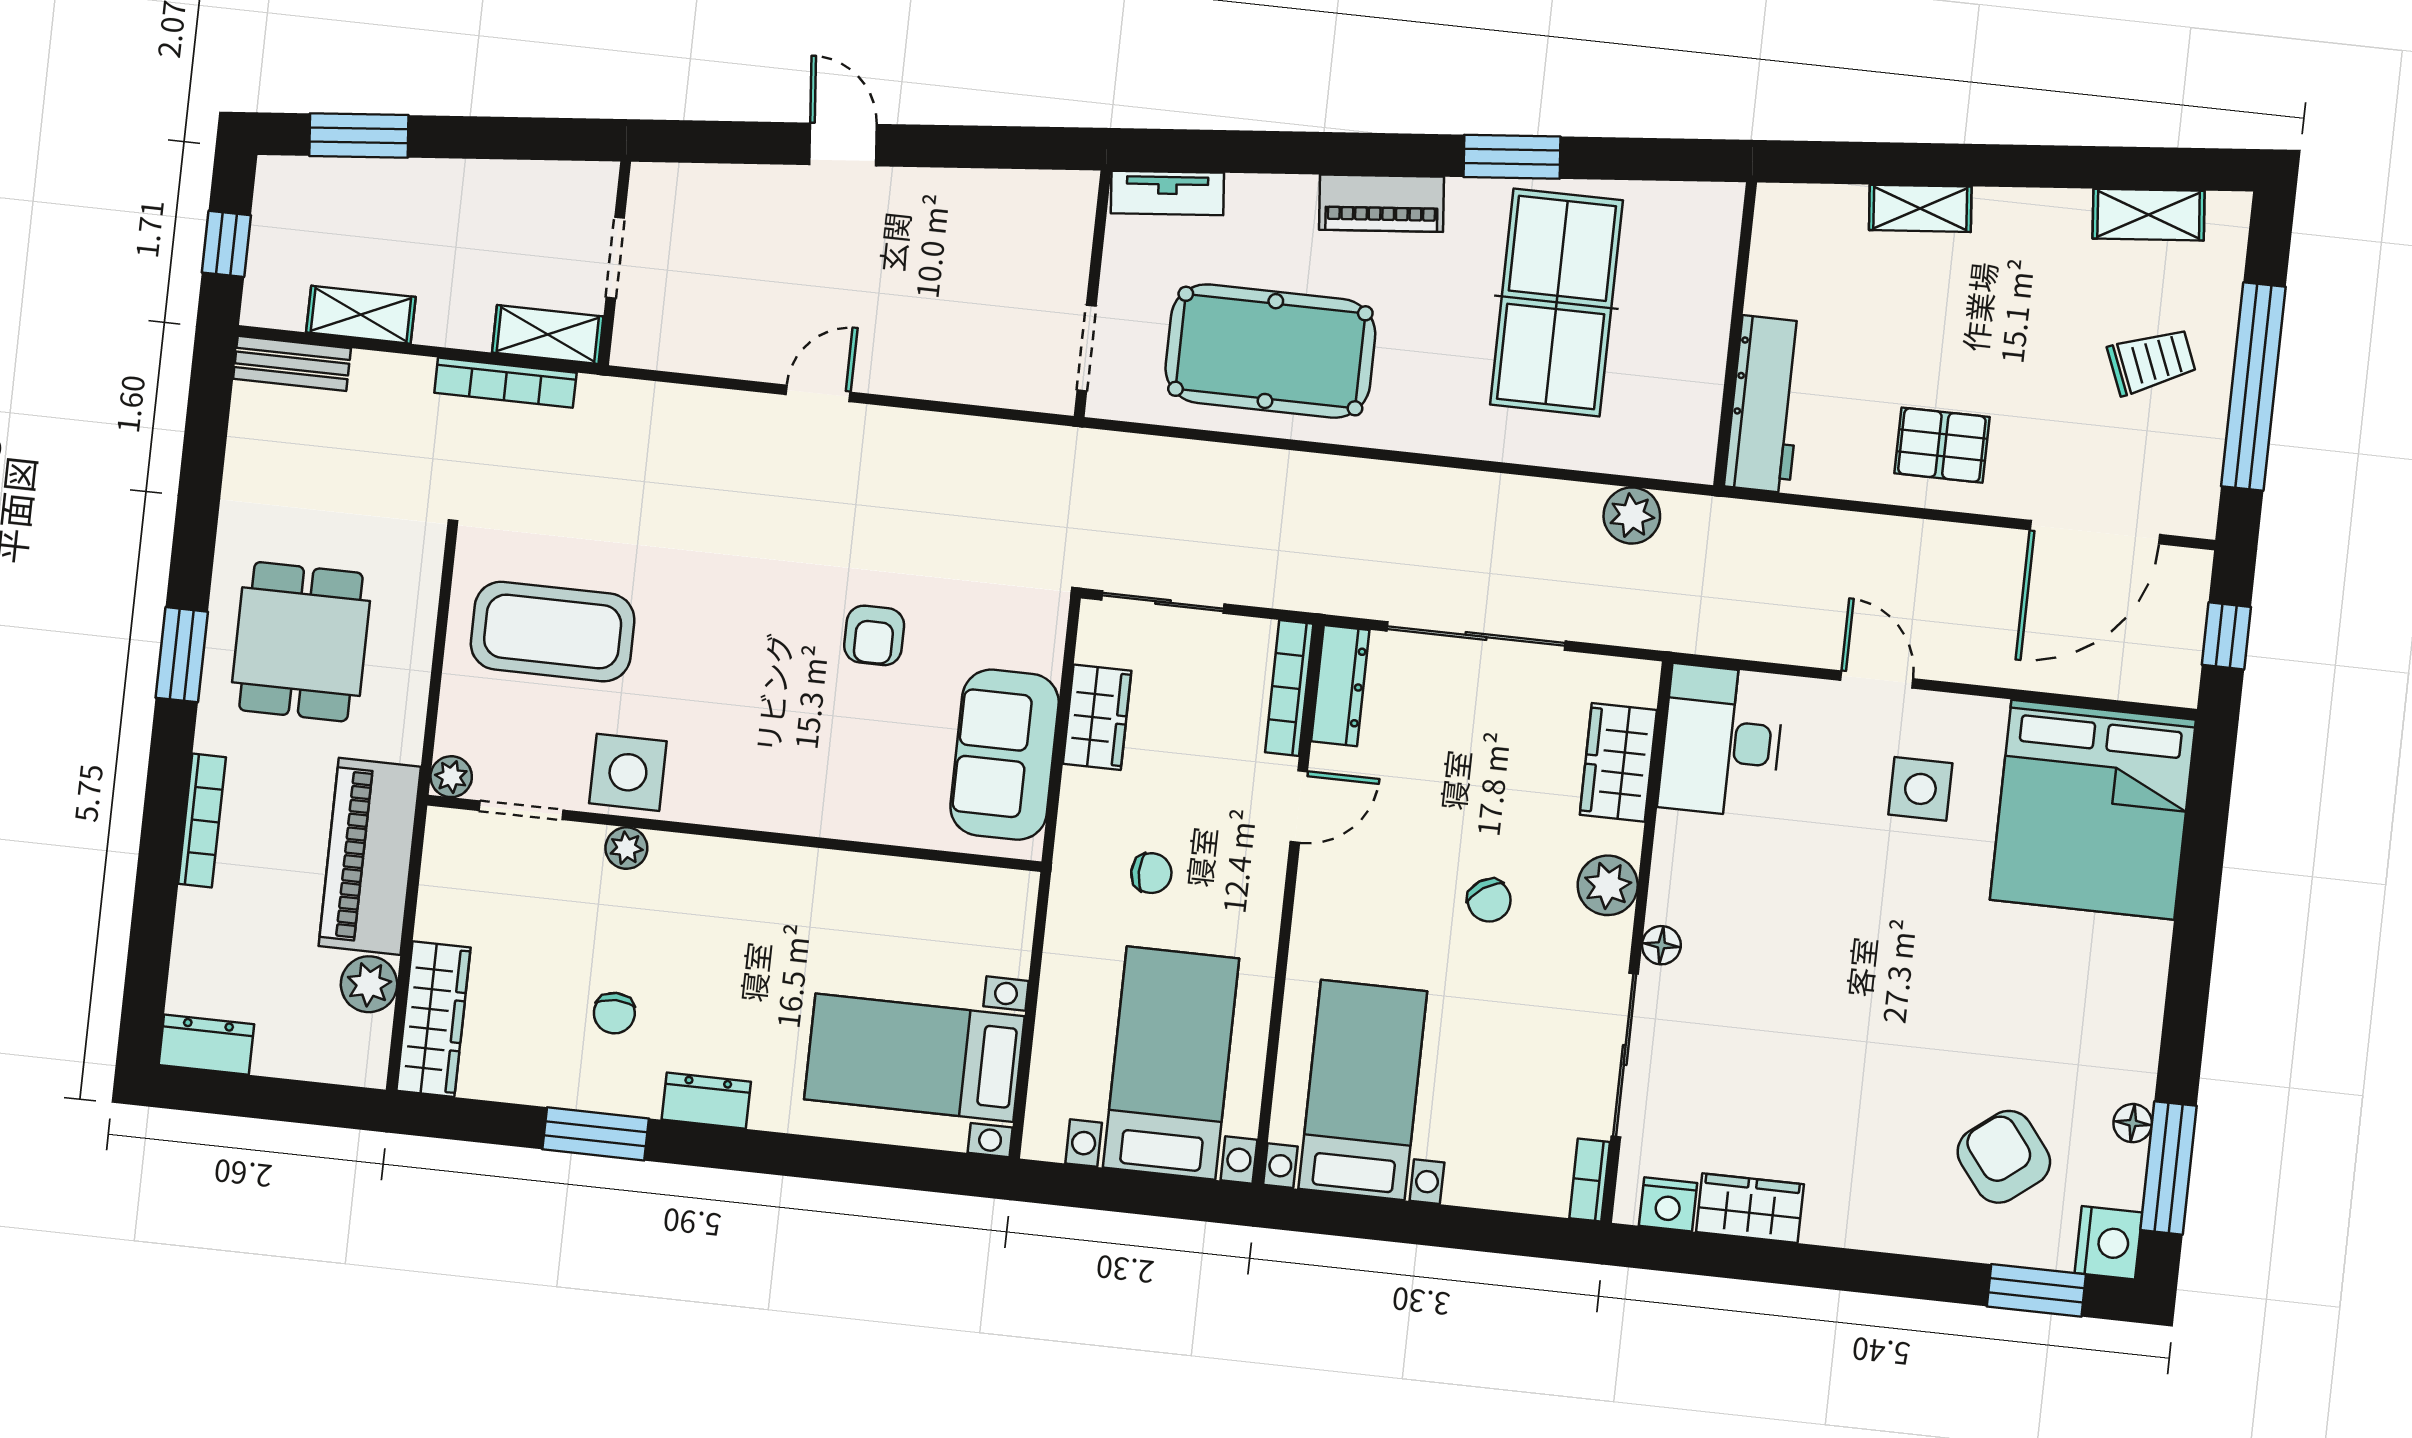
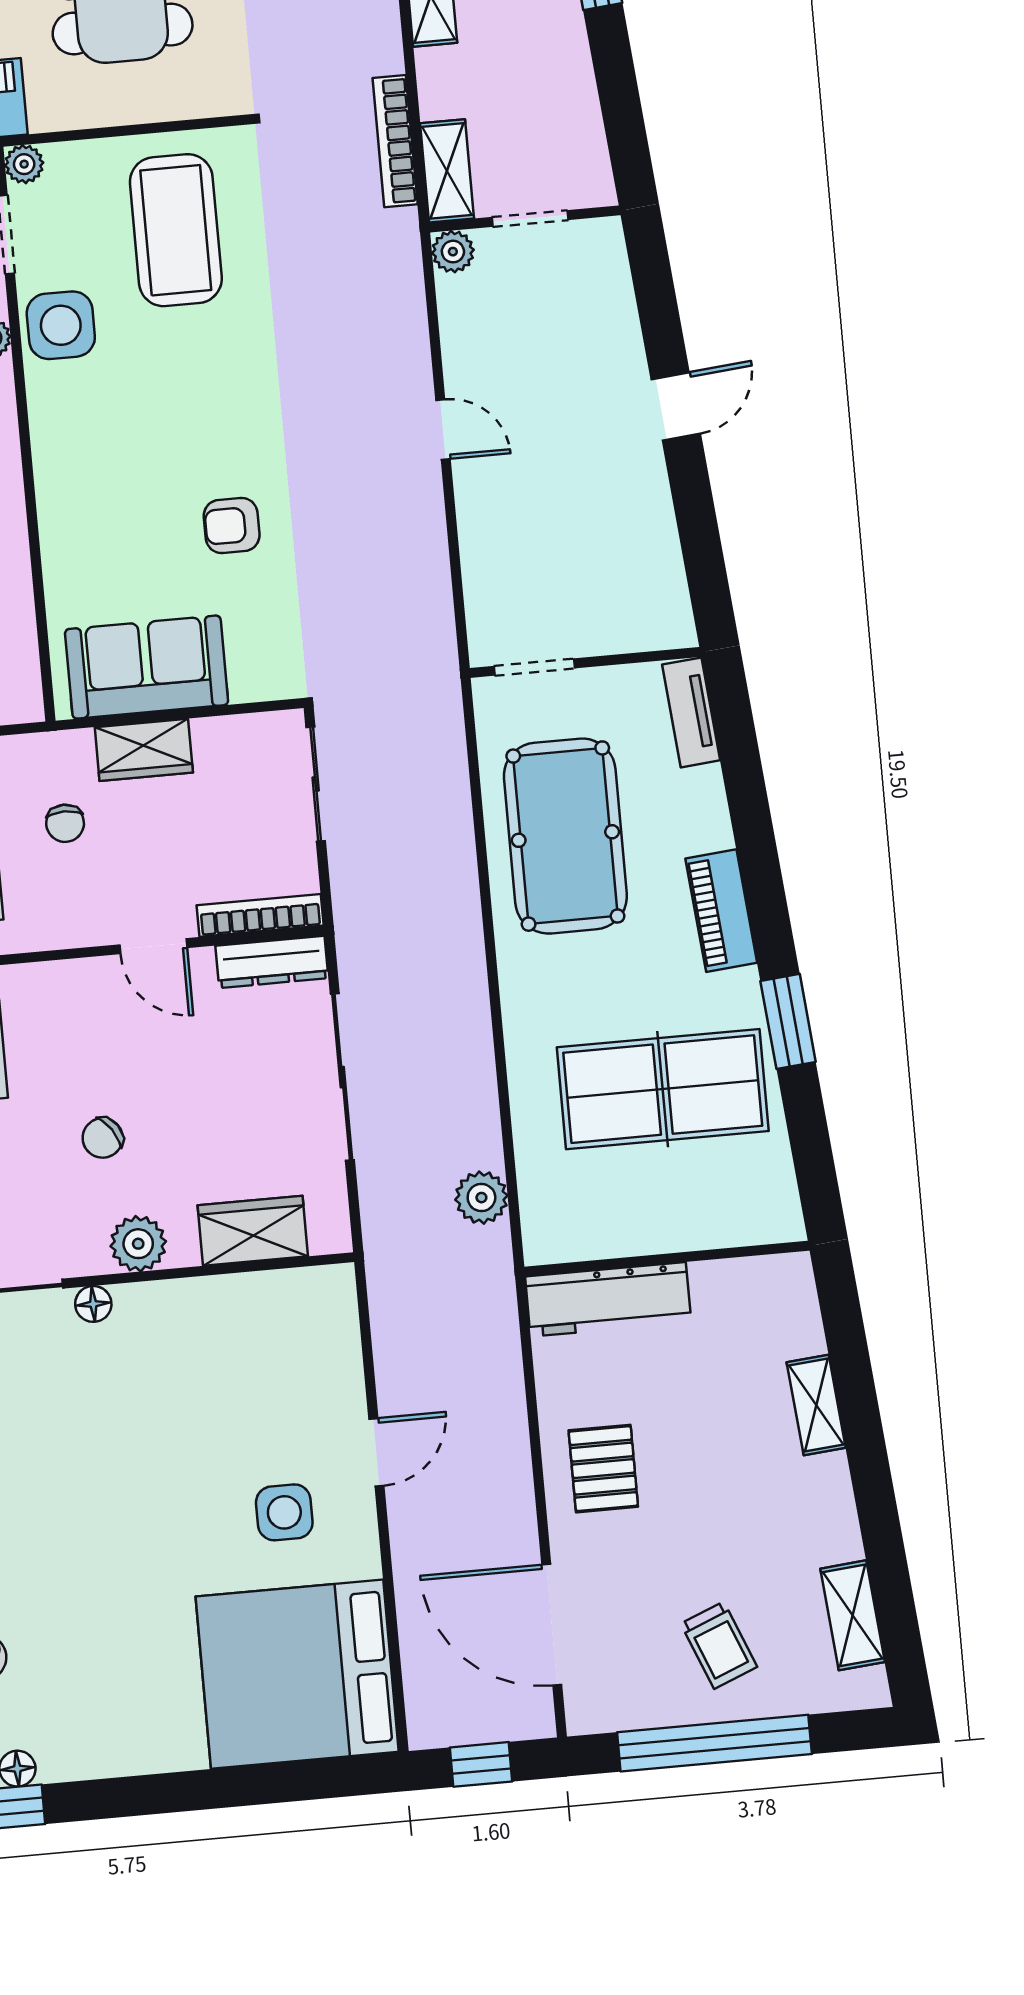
plant: (634, 345) -> (453, 252), added
wardrobe: (1097, 717) -> (144, 750), moved
desk: (1722, 741) -> (291, 1321), removed

